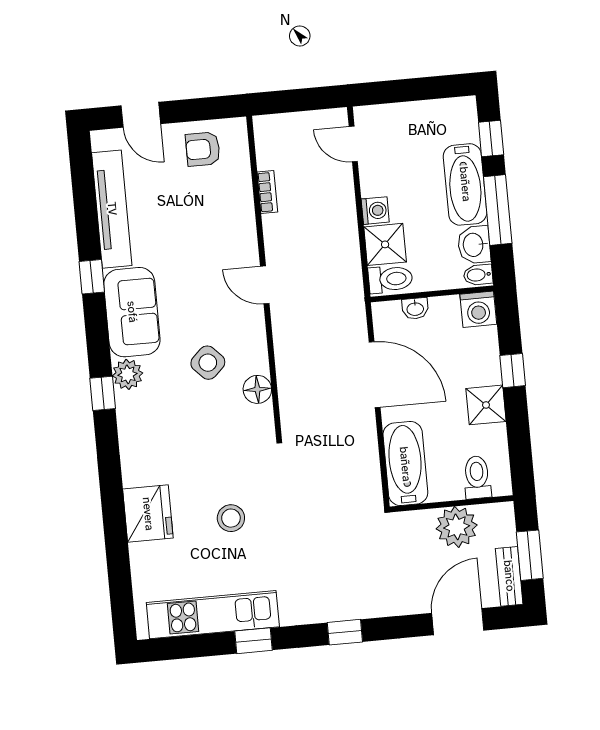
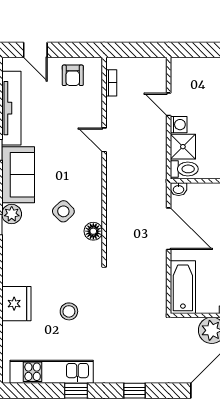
door: (353, 144) -> (169, 104), moved
armchair: (203, 149) -> (73, 75), turned -90
bookcase: (267, 192) -> (111, 83), moved
door: (265, 285) -> (104, 140), moved
washbasin: (415, 309) -> (179, 189), moved

